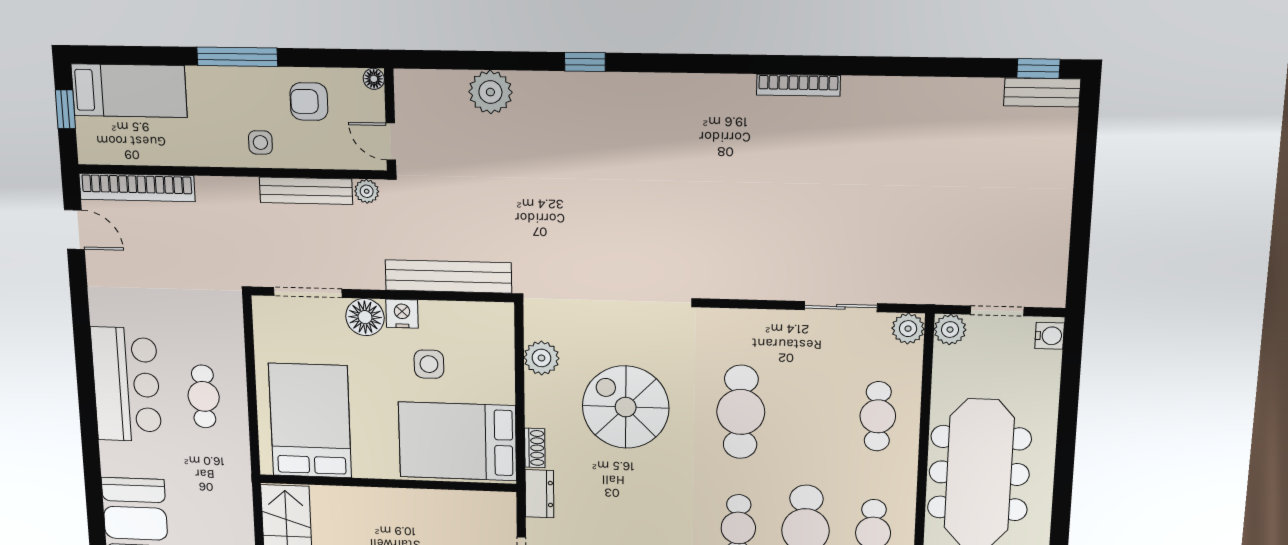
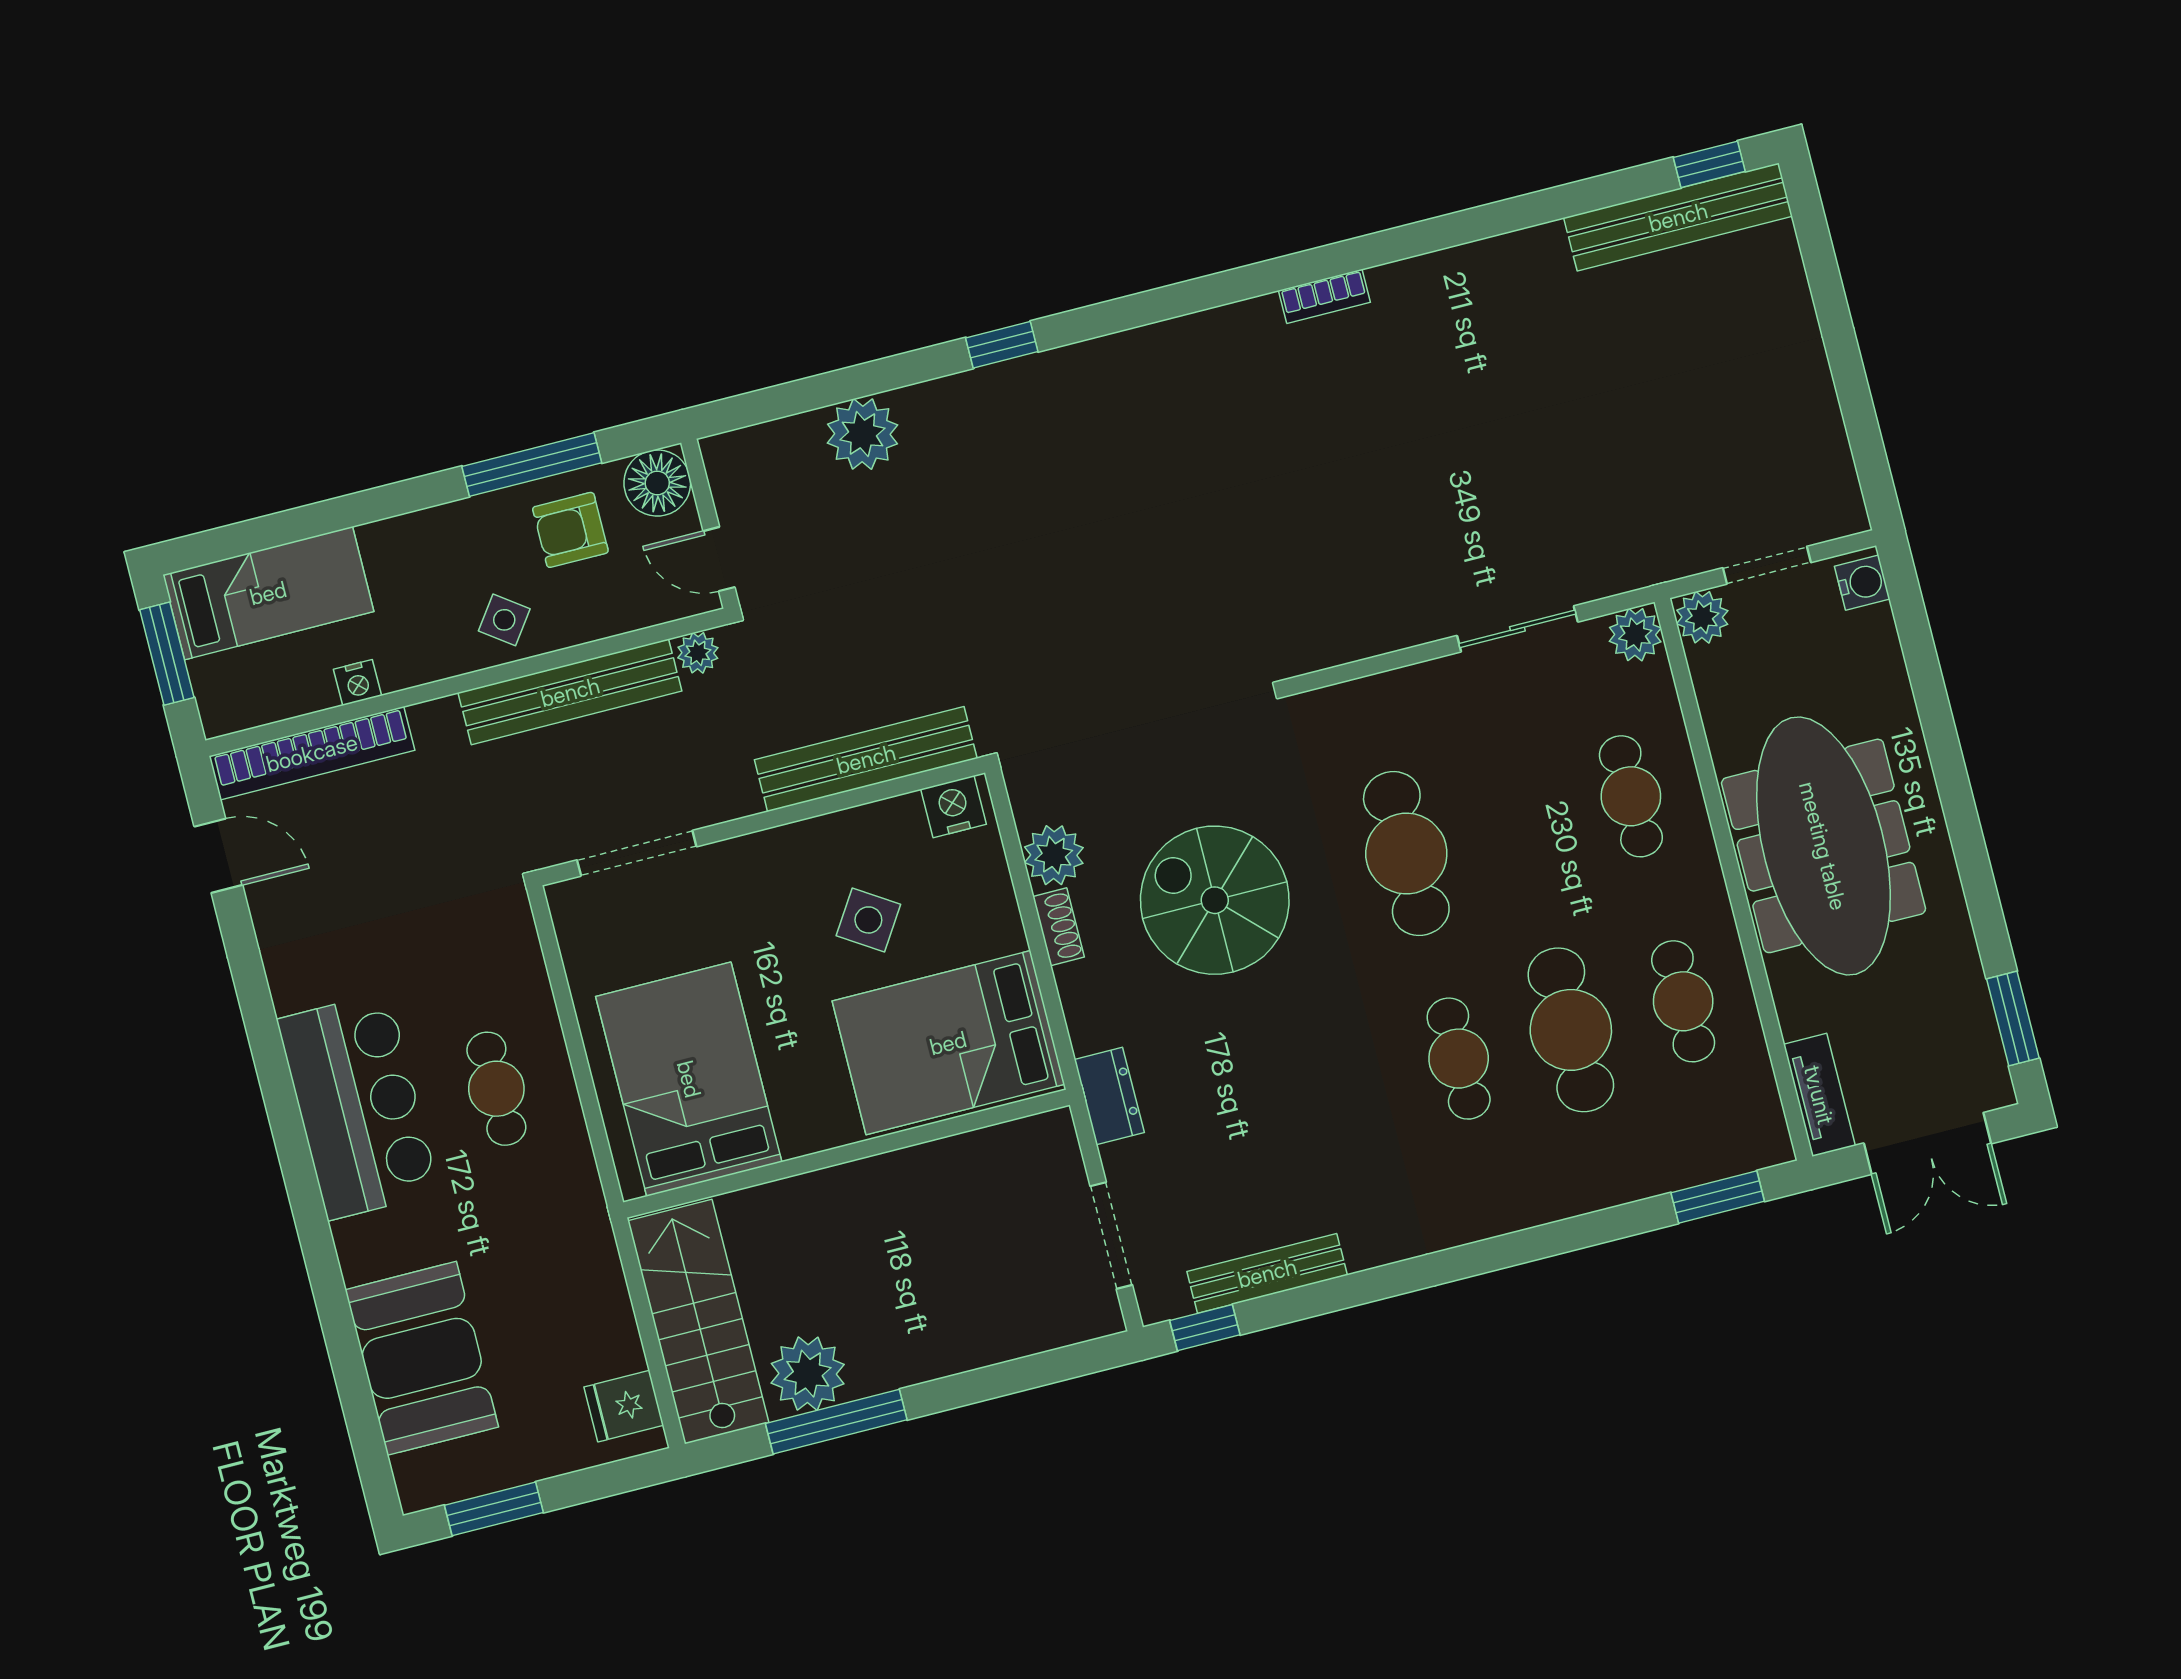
window: (237, 57) -> (532, 465), moved
floor lamp: (374, 79) -> (657, 483), width x1.89, depth x1.89
bookcase: (798, 85) -> (1324, 296), width x0.64
bench: (1042, 92) -> (1678, 217), width x1.86, depth x1.21
window: (65, 109) -> (167, 654), width x1.50
side table: (260, 143) -> (504, 620), turned 36
nightstand: (170, 155) -> (358, 682), added
bench: (306, 191) -> (570, 692), width x1.37, depth x1.21
nightstand: (402, 314) -> (953, 807), moved
floor lamp: (365, 317) -> (742, 869), removed
side table: (429, 364) -> (868, 920), turned 33
shoe rack: (535, 448) -> (1059, 927), moved

